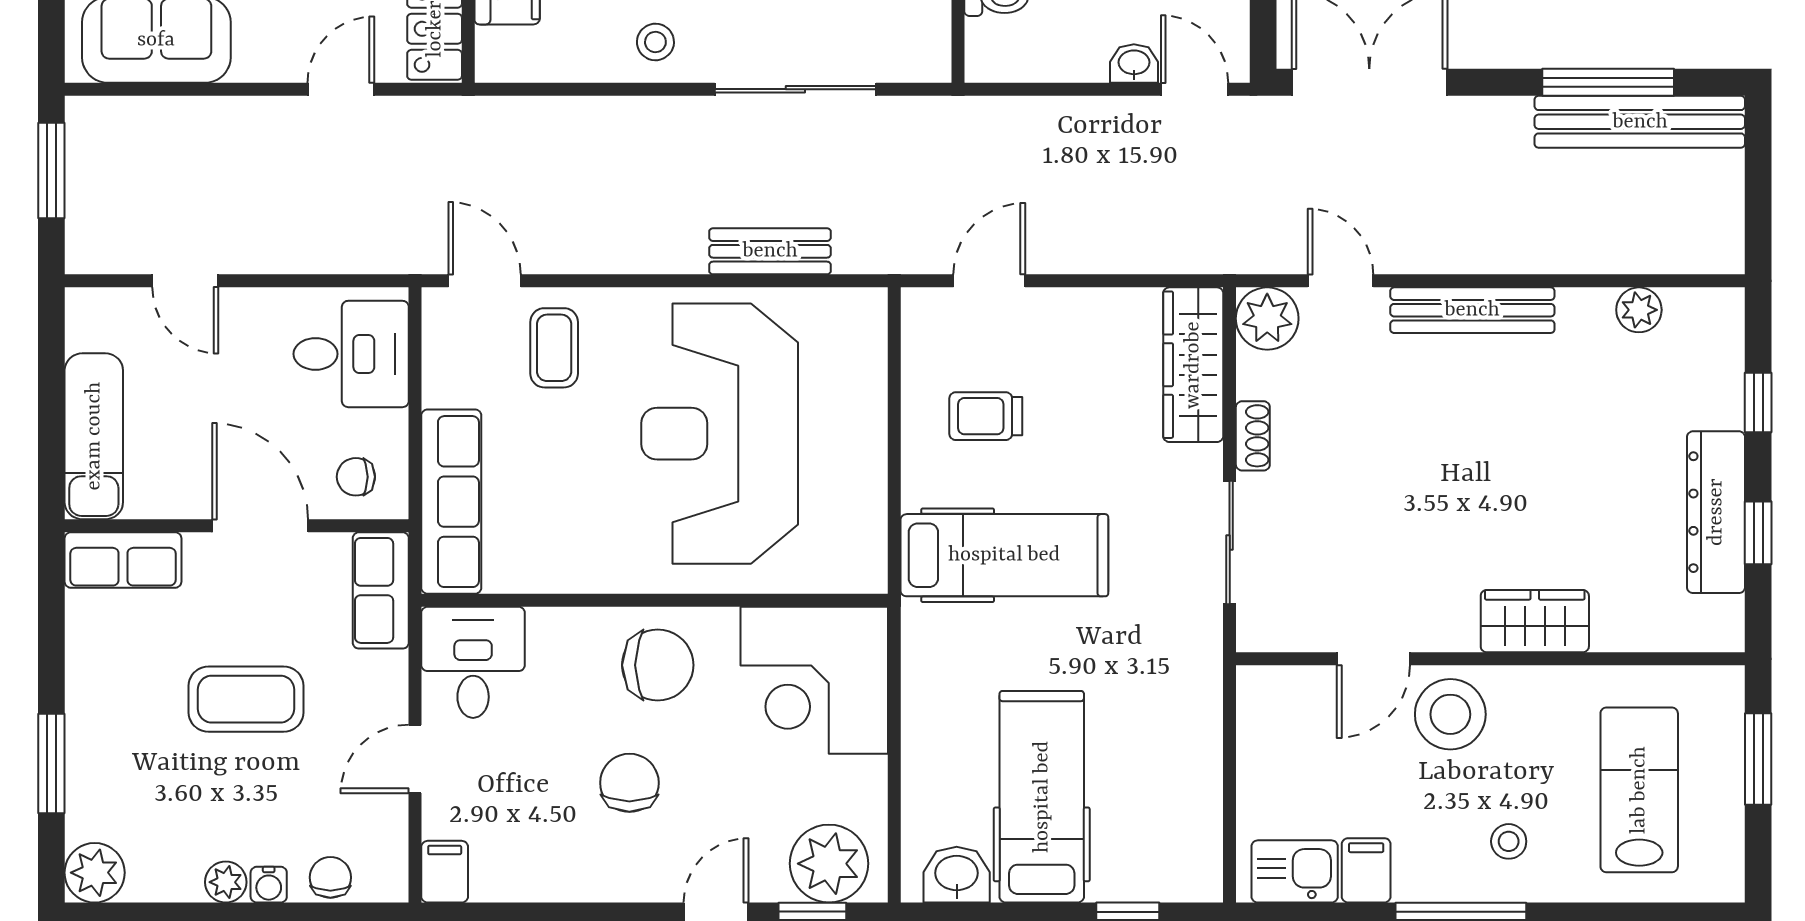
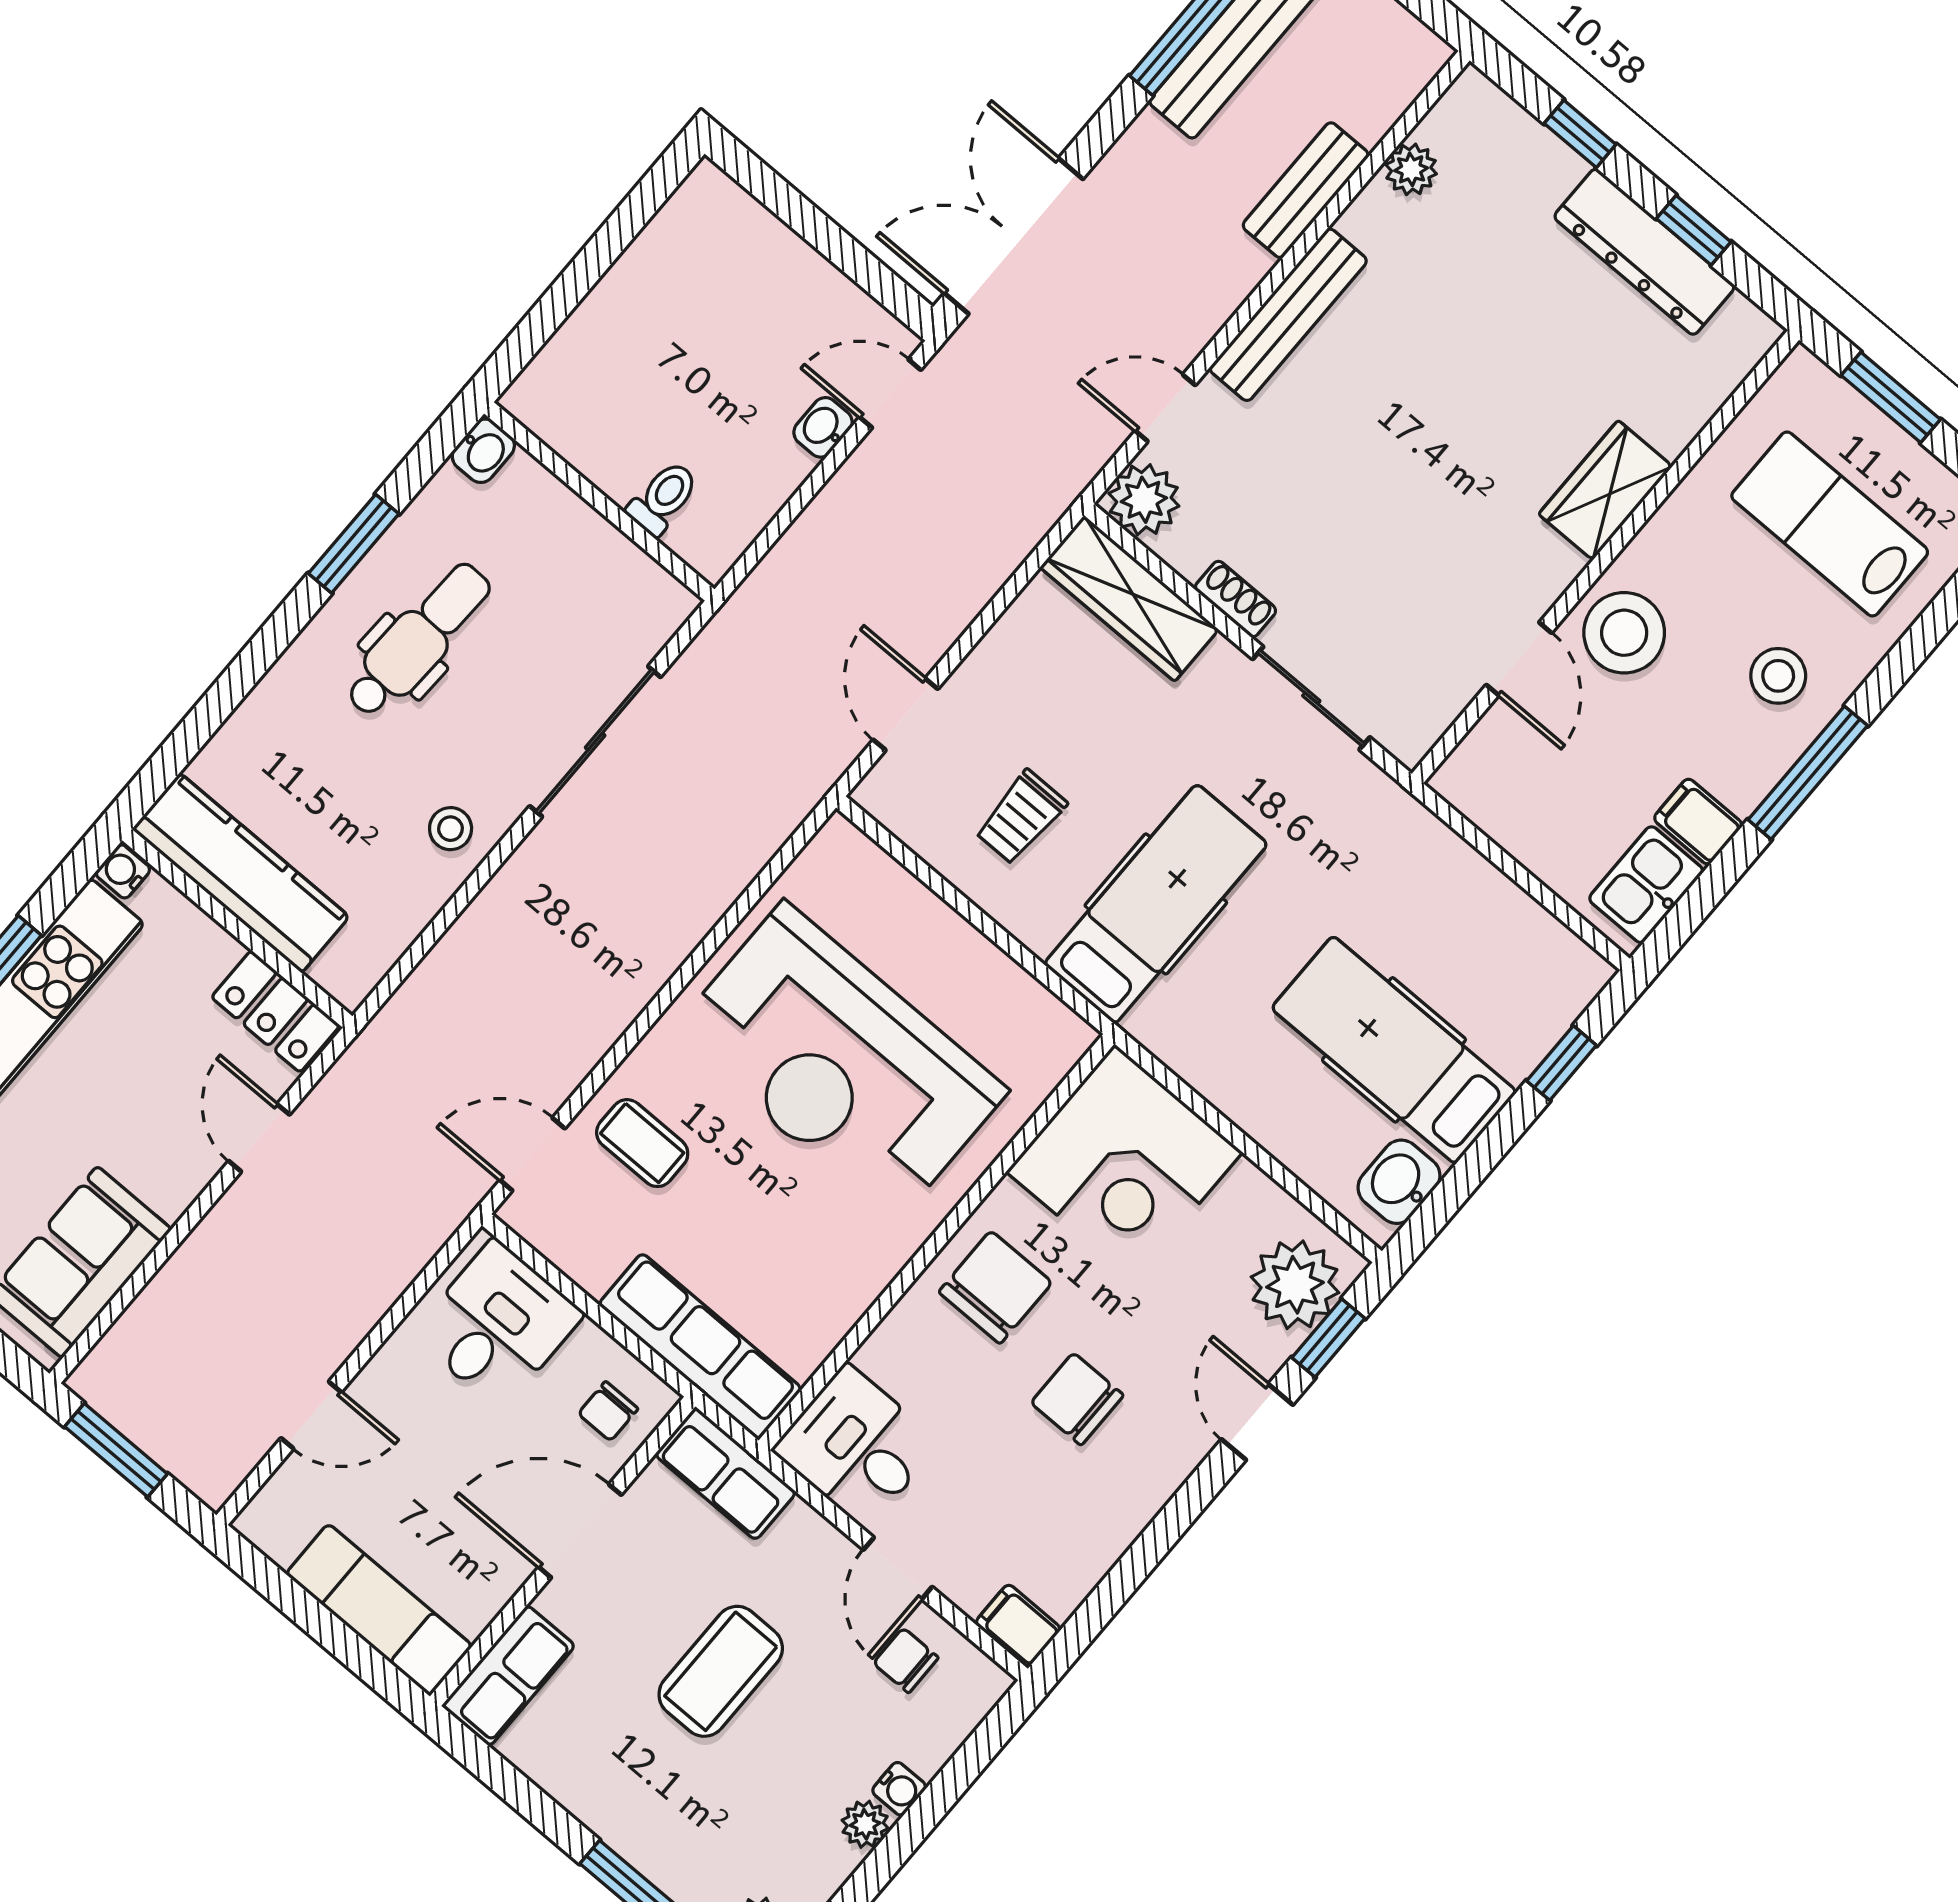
bench: (770, 251) -> (1306, 190), moved
stool: (1509, 841) -> (1778, 676), width x1.37, depth x1.37
chair: (330, 877) -> (906, 1660), moved

